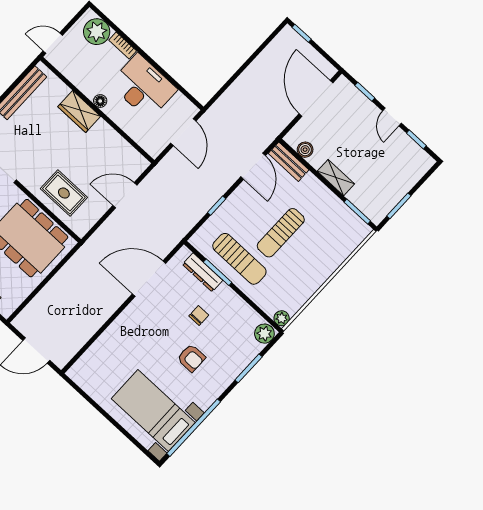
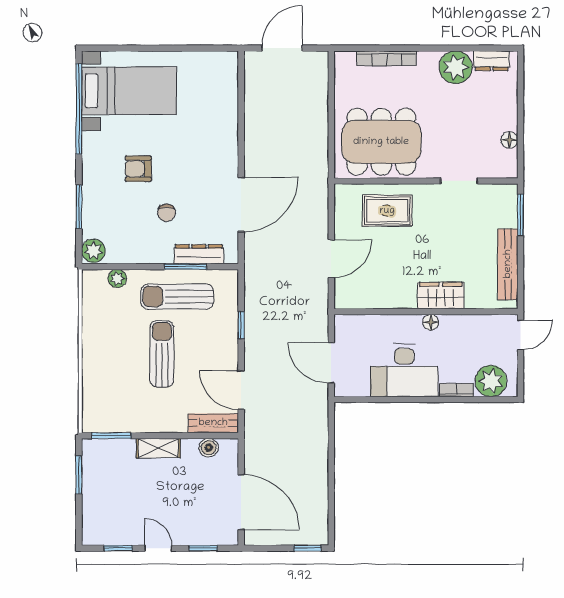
plant: (282, 318) -> (117, 278), moved

